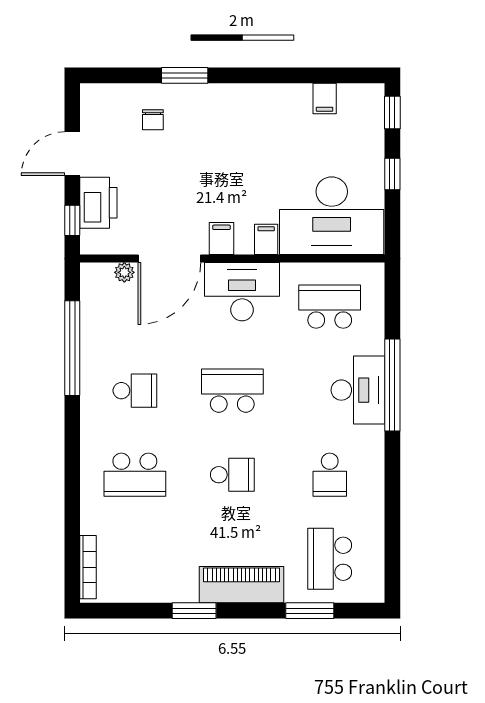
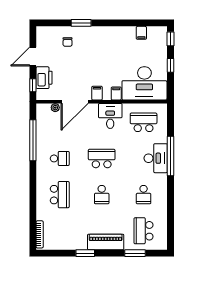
desk: (242, 292) -> (110, 116), width x0.73
school desk: (135, 475) -> (60, 195), turned -90
school desk: (232, 475) -> (102, 195), turned 90

